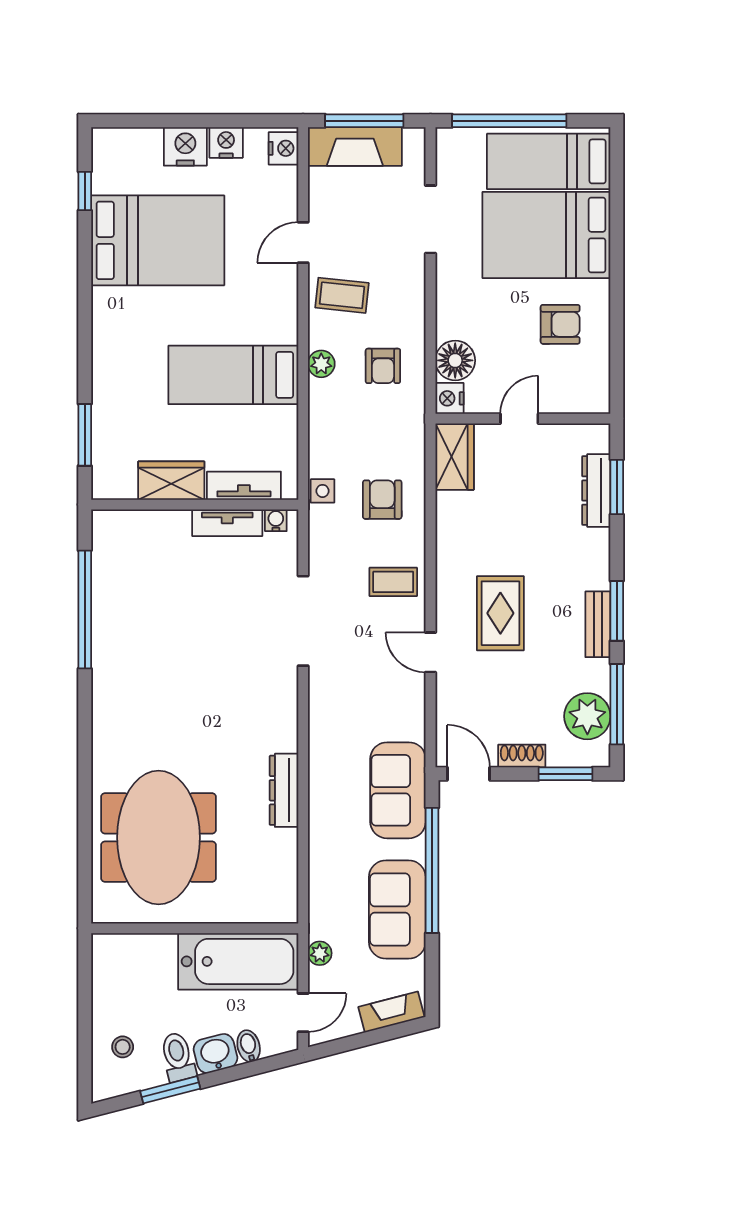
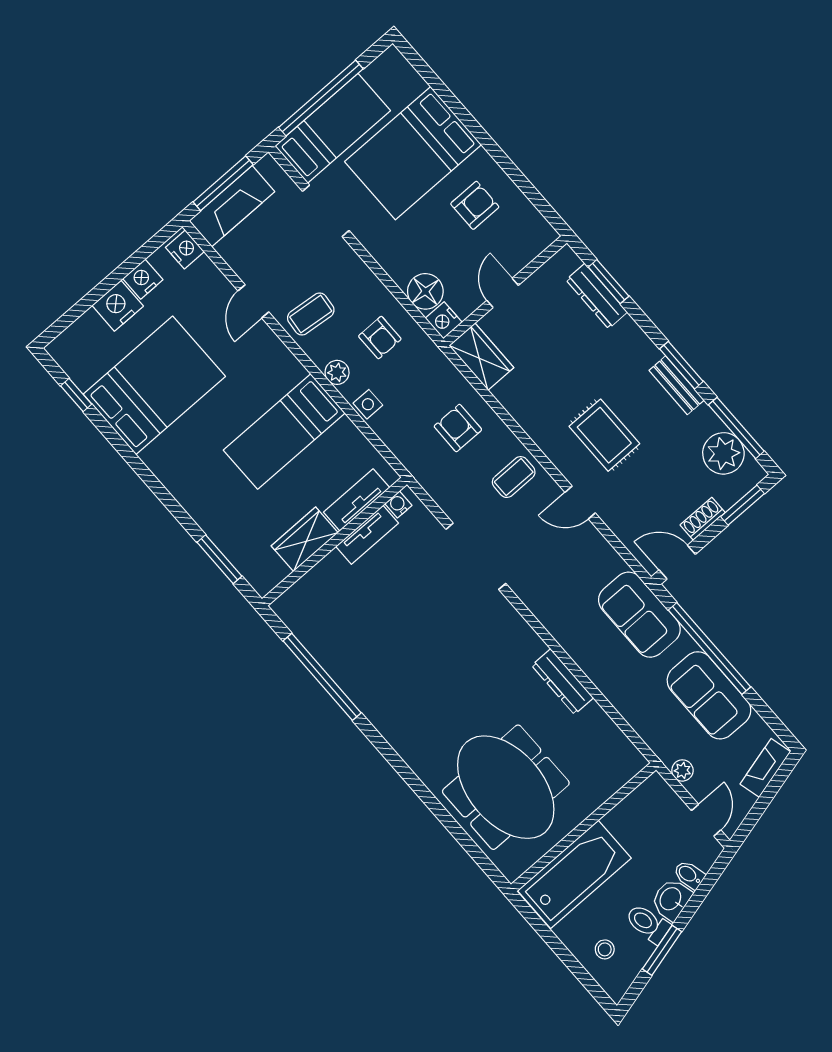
bed: (549, 161) -> (333, 128), moved, turned 180
side table: (323, 491) -> (368, 404), moved
bathtub: (238, 961) -> (574, 874), moved

